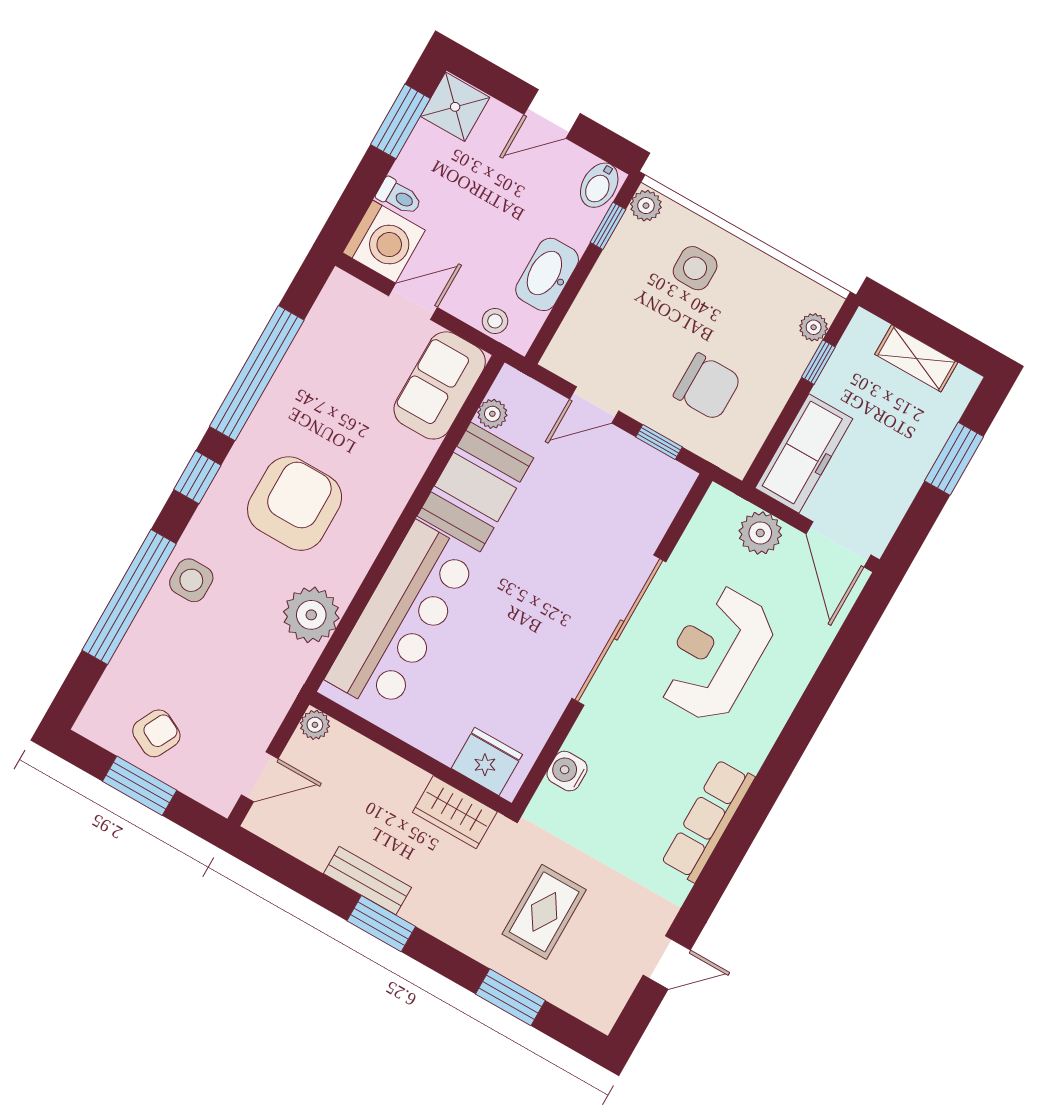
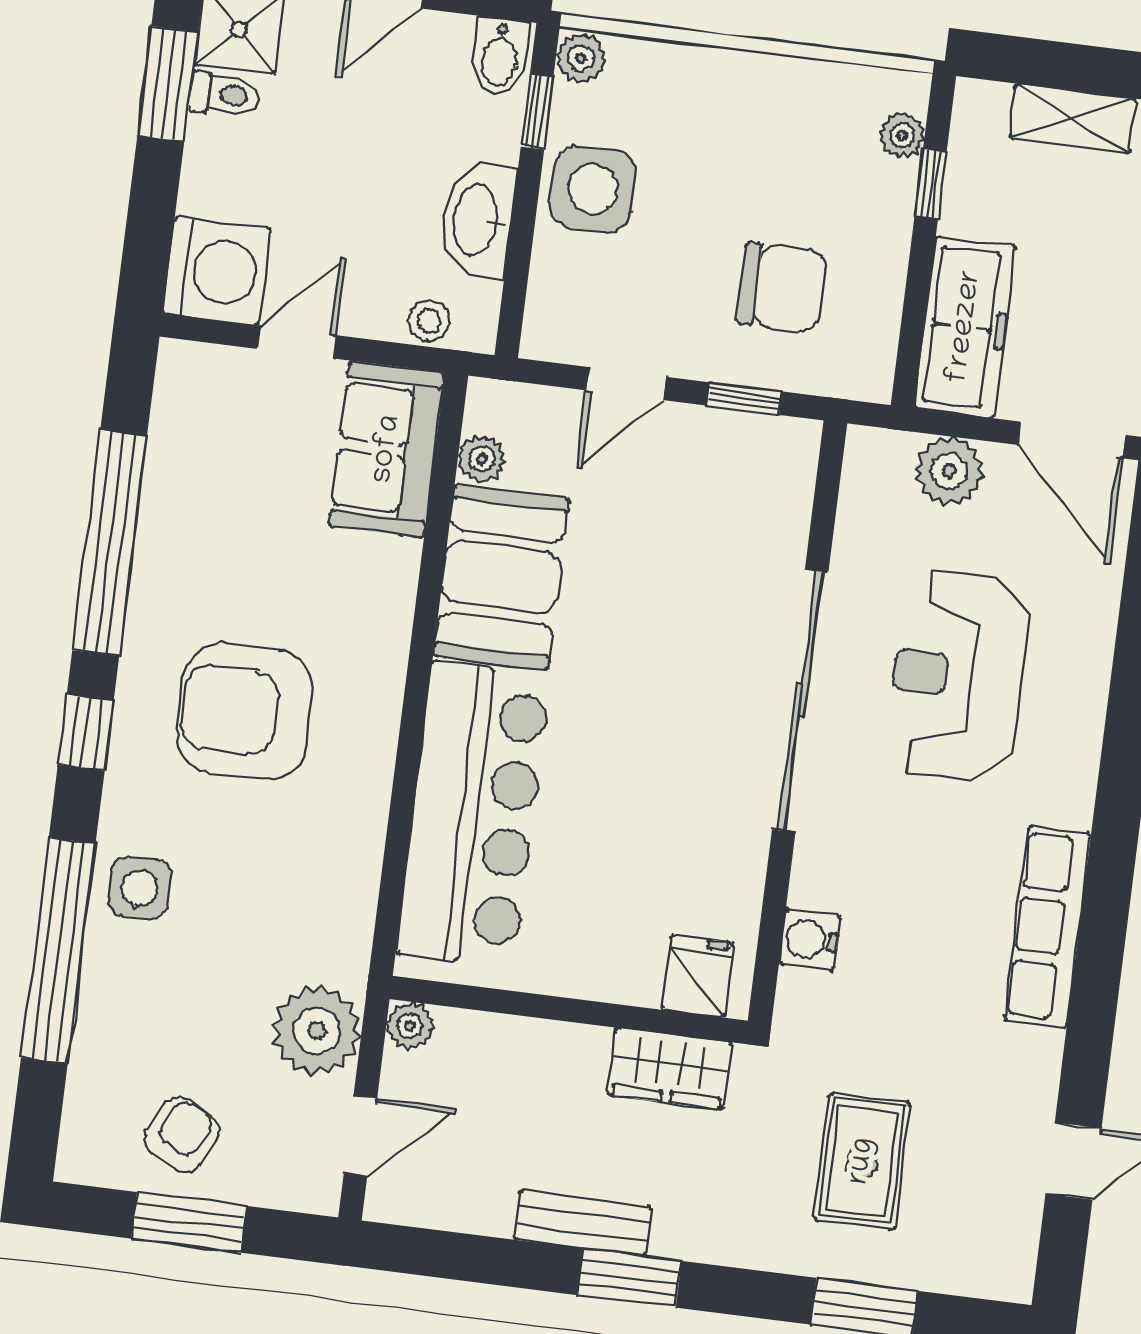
toilet: (399, 197) -> (224, 94), moved
side table: (695, 268) -> (593, 189), moved, width x1.37, depth x1.37
armchair: (295, 504) -> (245, 712), turned -90
plant: (311, 615) -> (317, 1031), moved
fridge: (487, 761) -> (698, 976), width x0.72

